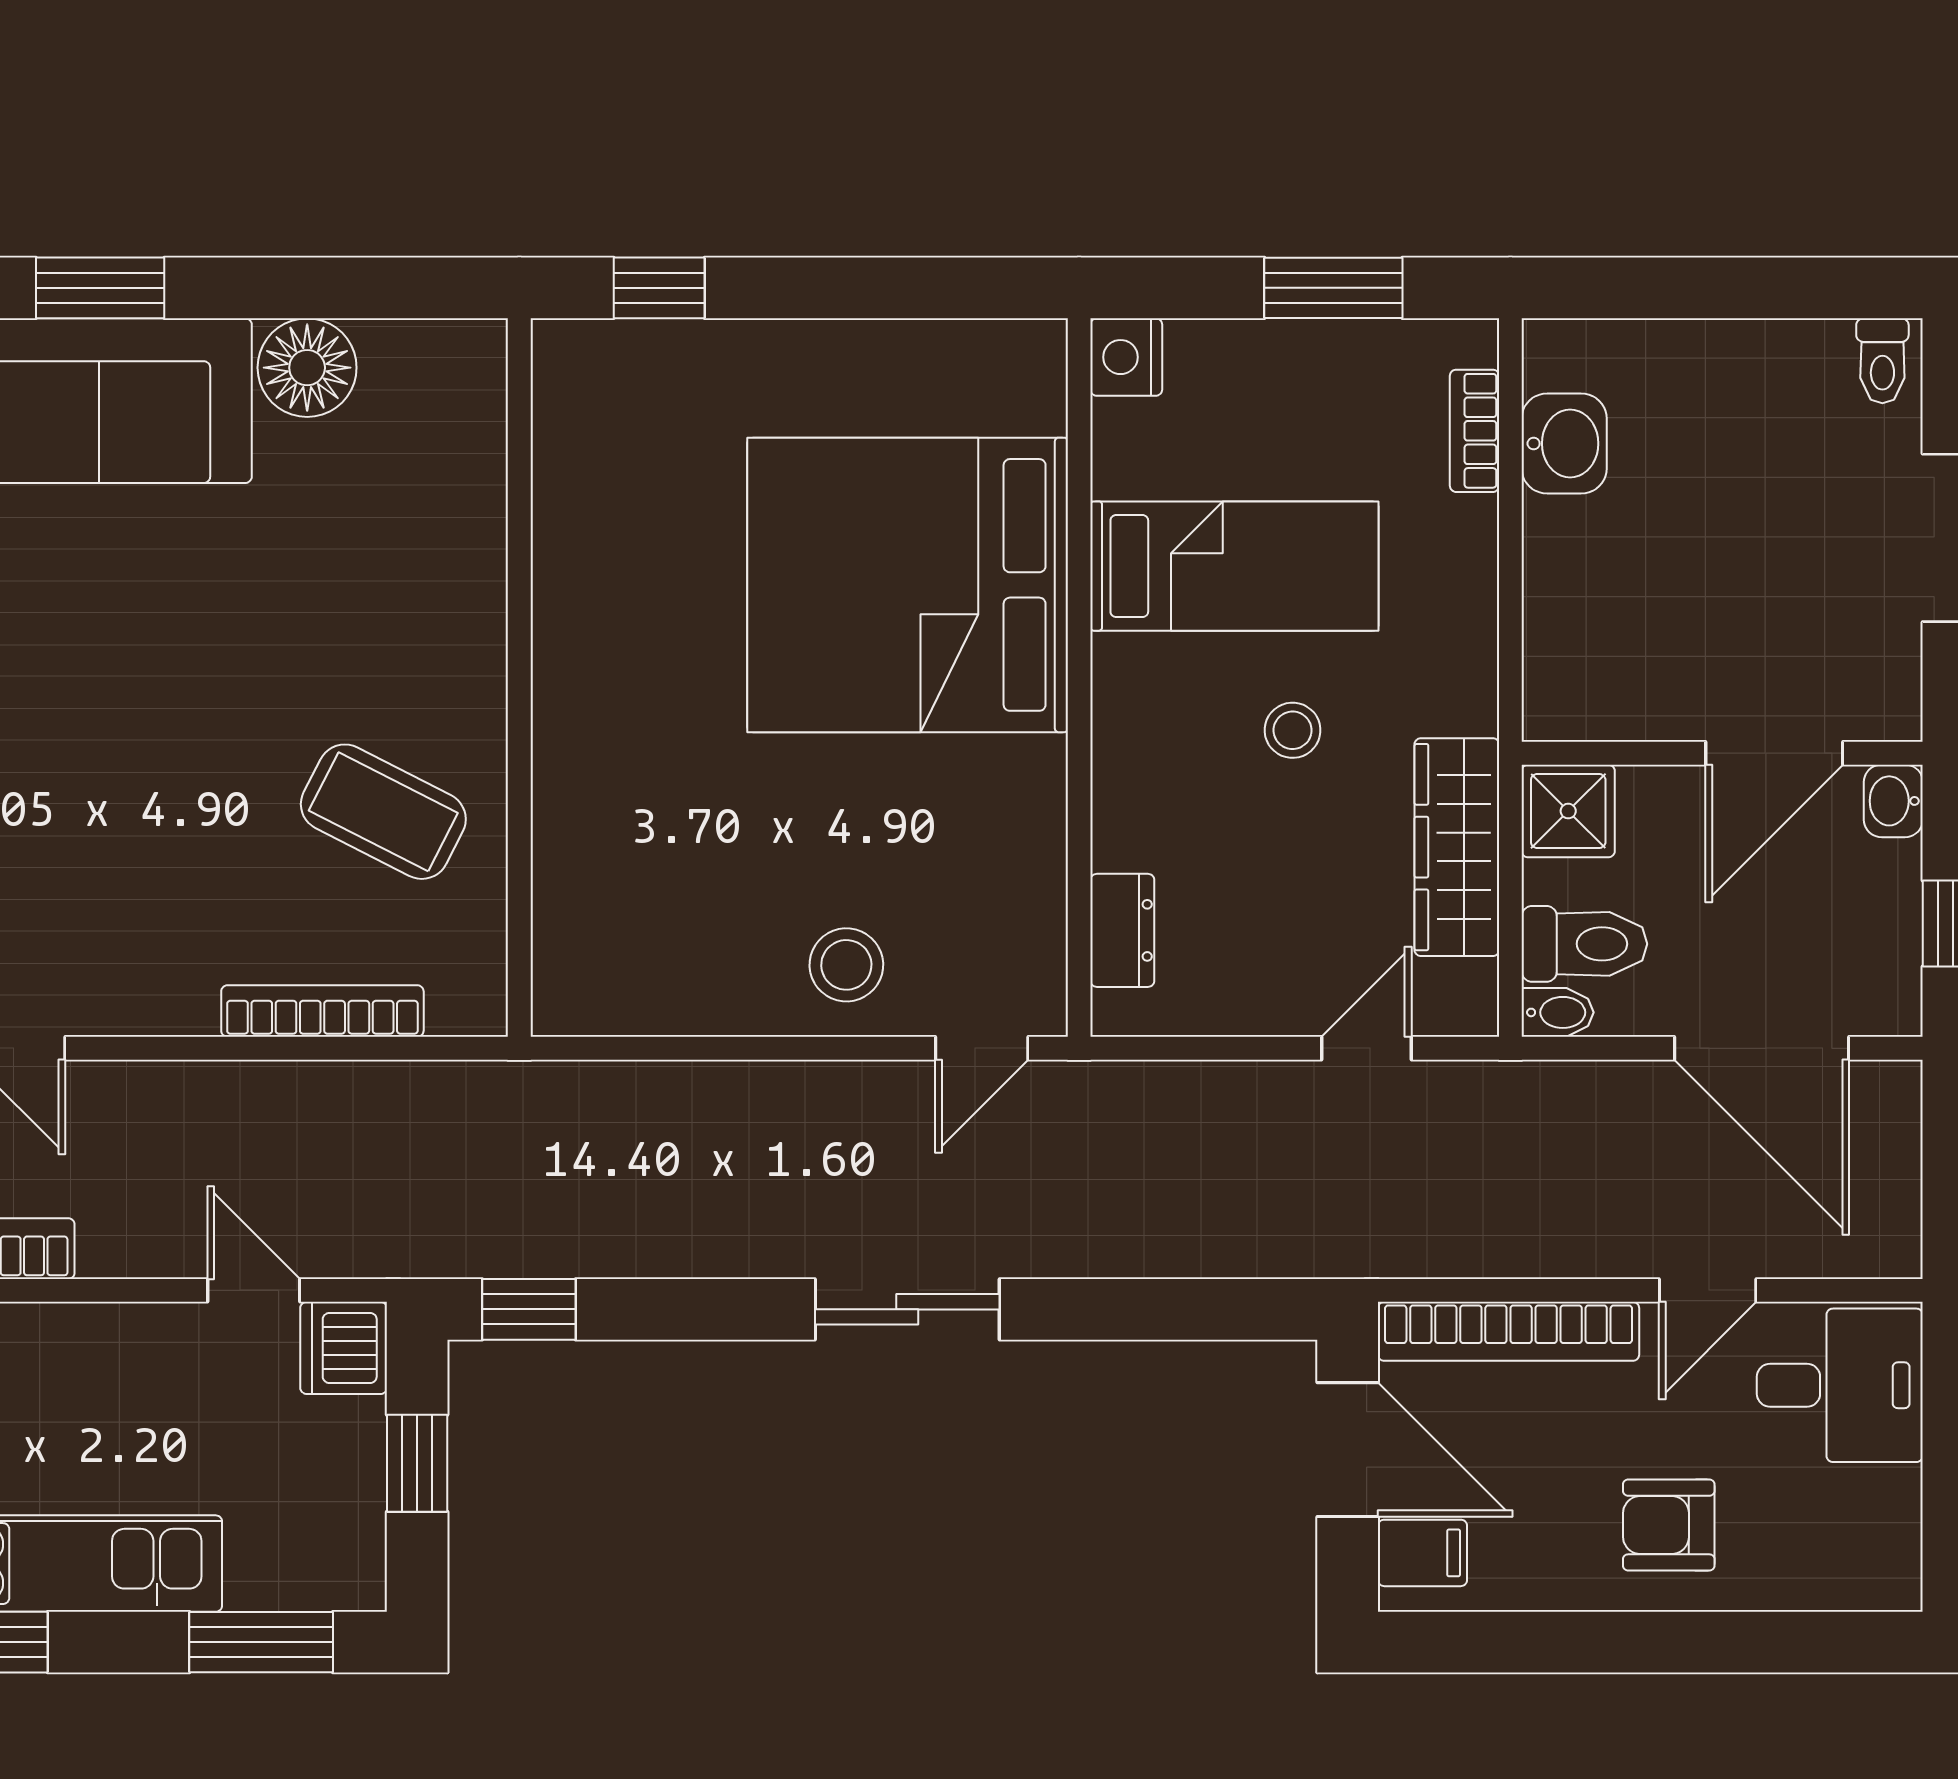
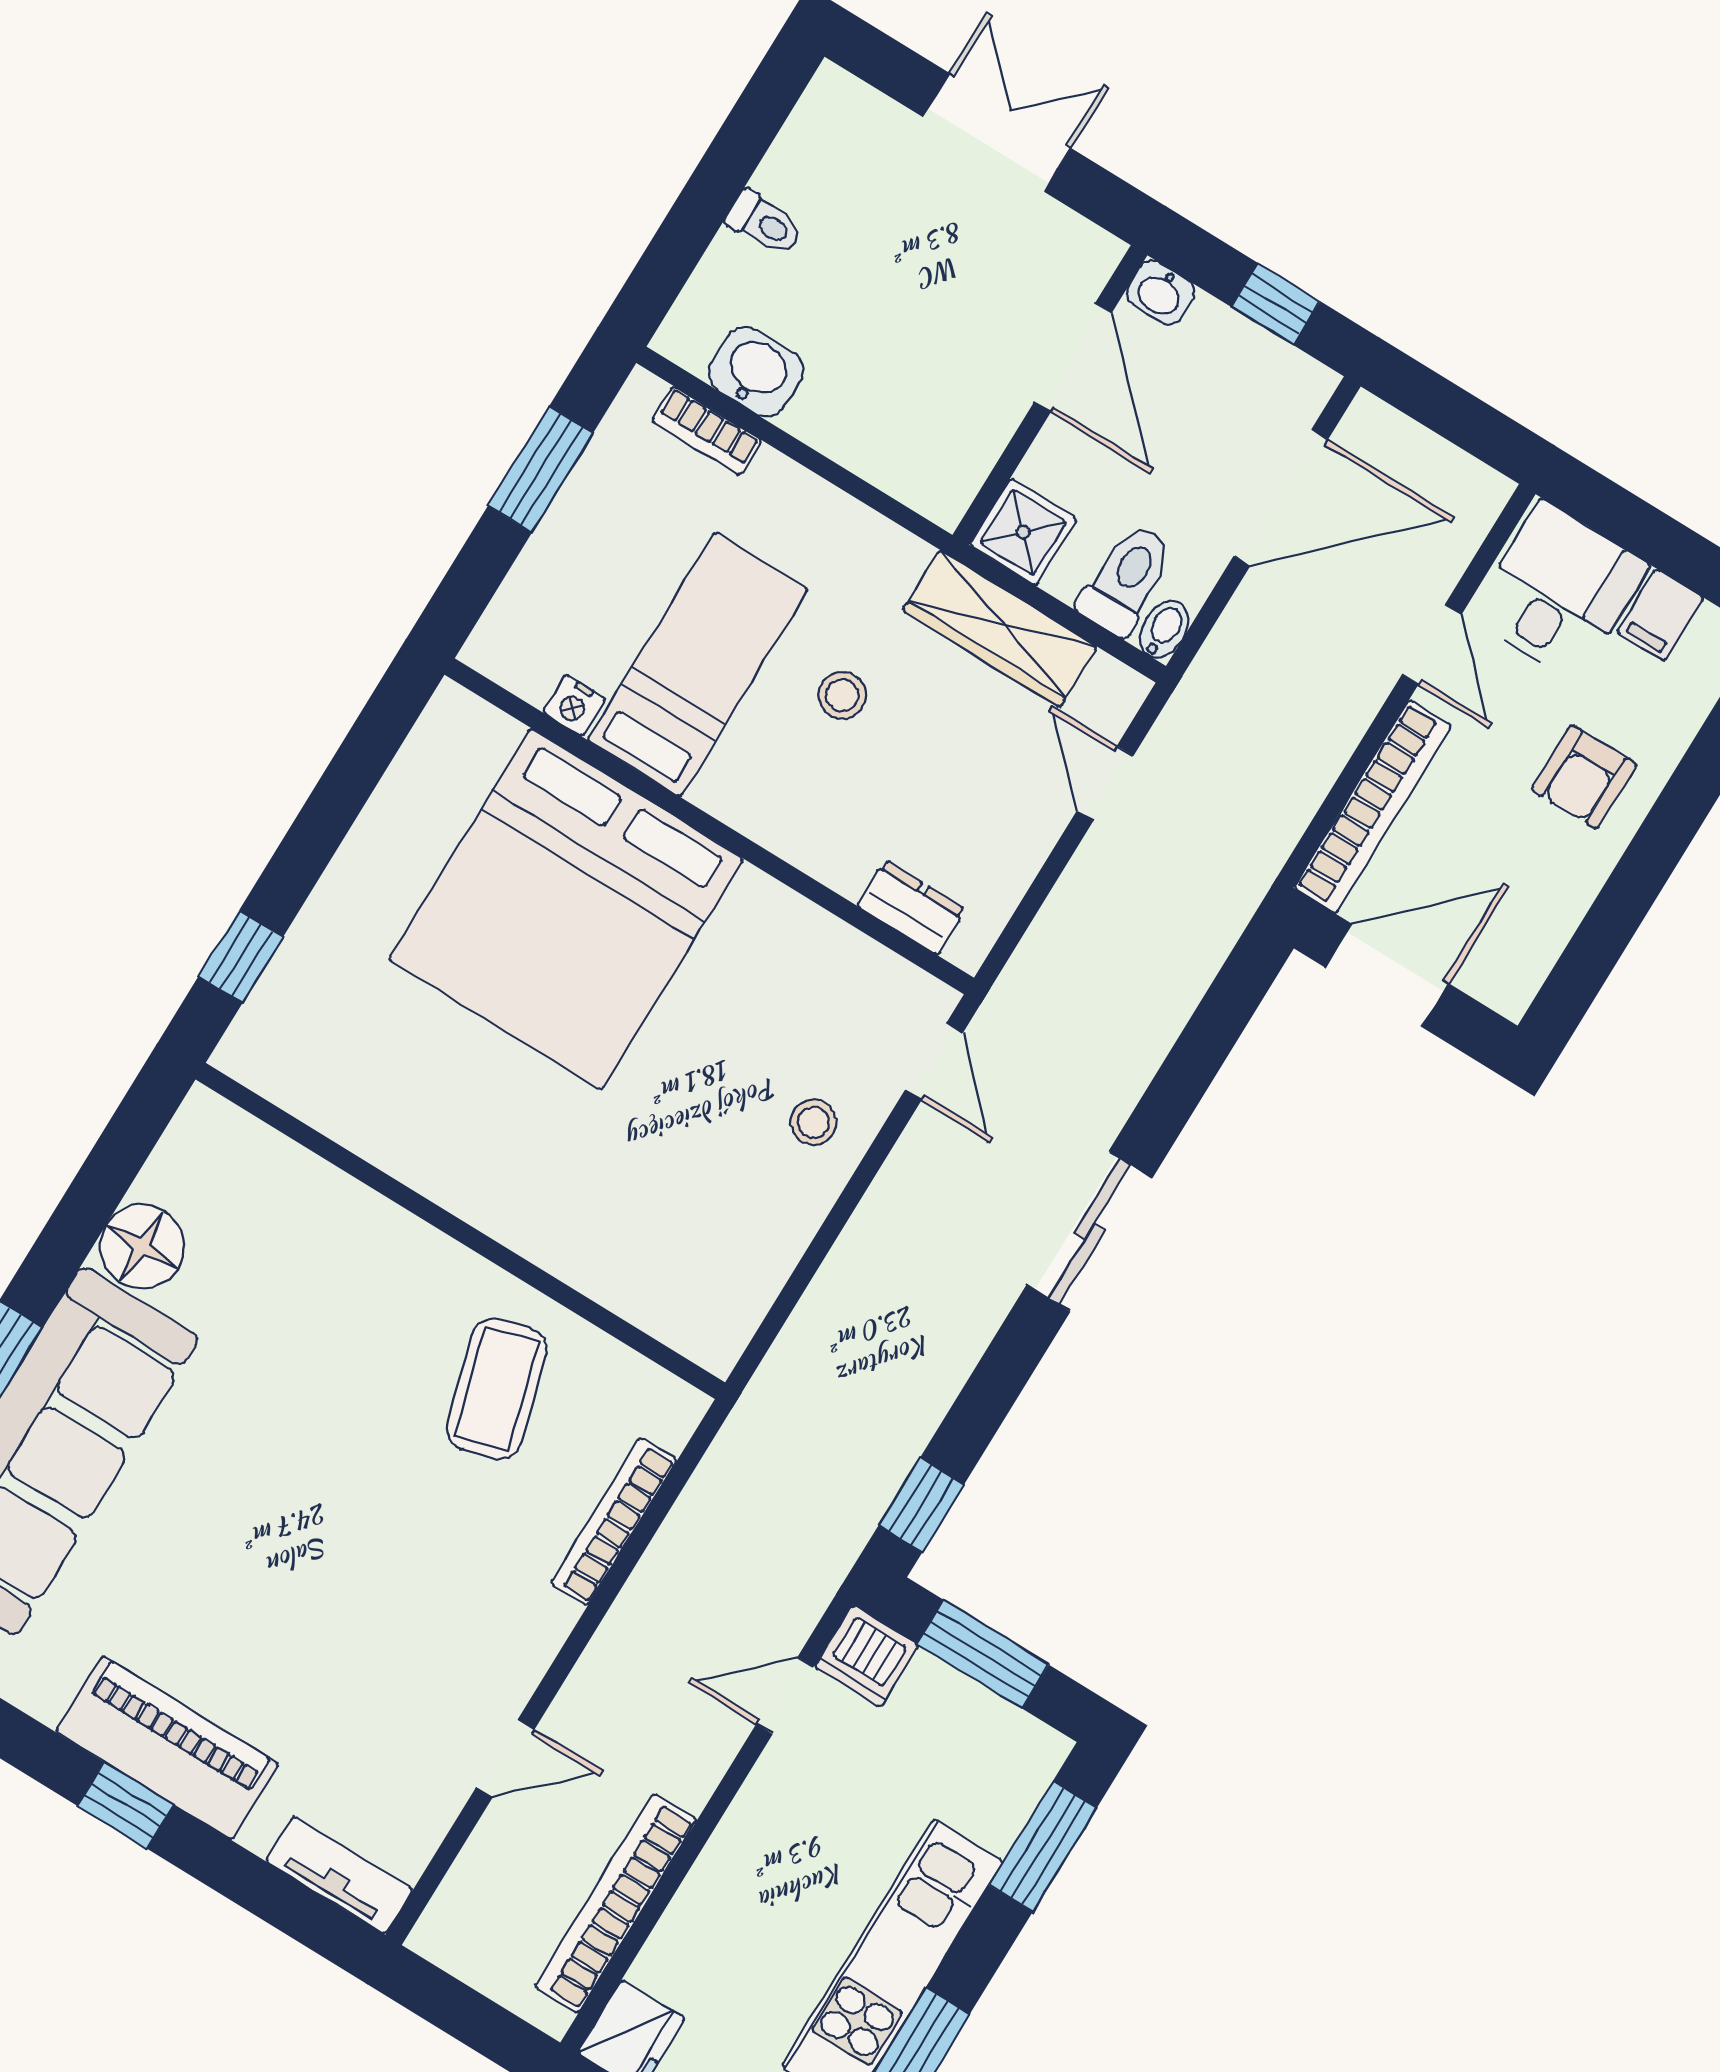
nightstand: (1126, 357) -> (574, 705), moved, width x0.72, depth x0.74
toilet: (1882, 361) -> (765, 223), moved
coffee table: (383, 812) -> (497, 1389), turned -43
stool: (846, 965) -> (813, 1122), width x0.73, depth x0.73
window: (417, 1463) -> (983, 1654), width x1.50
filing cabinet: (1422, 1553) -> (1660, 615), moved, turned 180

